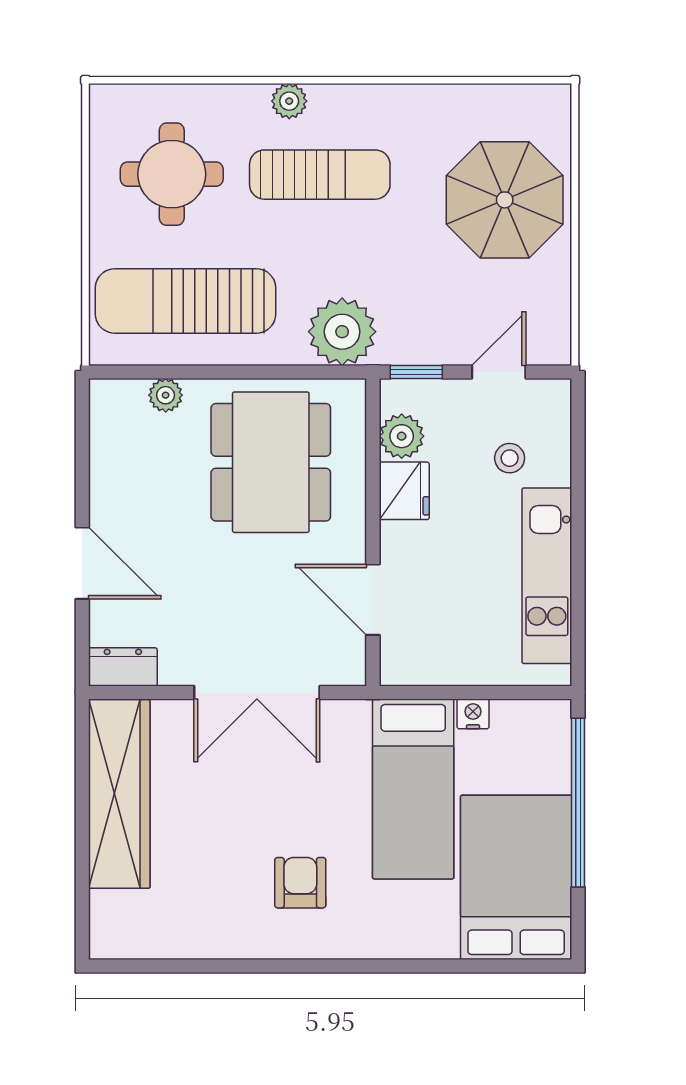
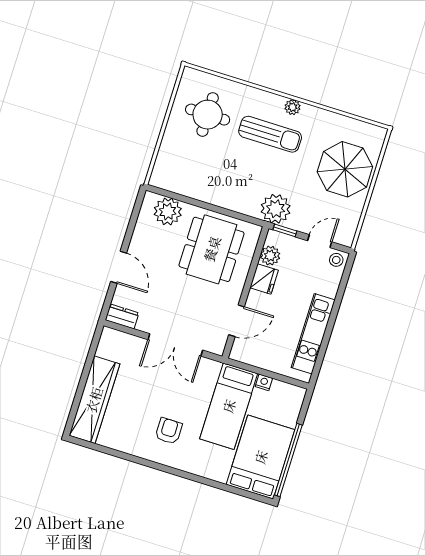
plant: (289, 101) -> (293, 107), moved
sun lounger: (186, 301) -> (197, 170), removed
plant: (342, 332) -> (276, 209), moved
plant: (166, 395) -> (168, 211), width x1.88, depth x1.88
stool: (510, 458) -> (336, 260), moved
door: (373, 600) -> (237, 321), swing flipped
wardrobe: (119, 794) -> (94, 400), moved
window: (578, 803) -> (288, 460), moved

